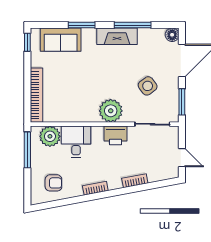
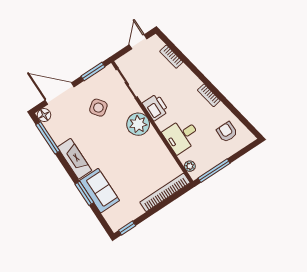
window: (133, 25) -> (48, 138), moved
sofa: (61, 40) -> (99, 191), moved
plant: (50, 136) -> (190, 166), width x0.53, depth x0.53
bookcase: (135, 181) -> (171, 57), moved

